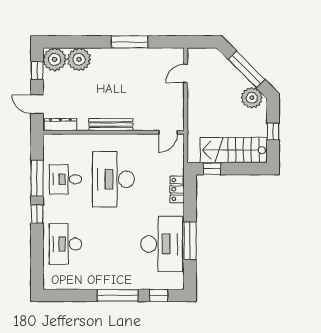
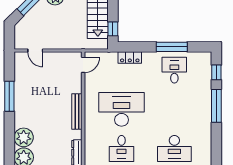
door: (168, 132) -> (83, 65), hinge flipped
desk: (114, 179) -> (122, 109), turned 180
desk: (162, 244) -> (174, 70), width x0.53, depth x0.77

